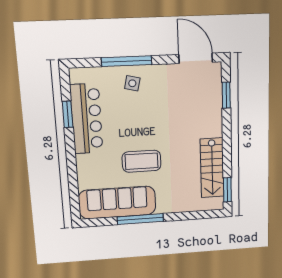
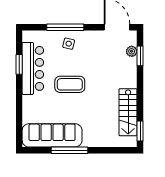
plant: (215, 90) -> (132, 51), added
coffee table: (142, 161) -> (70, 84), moved

